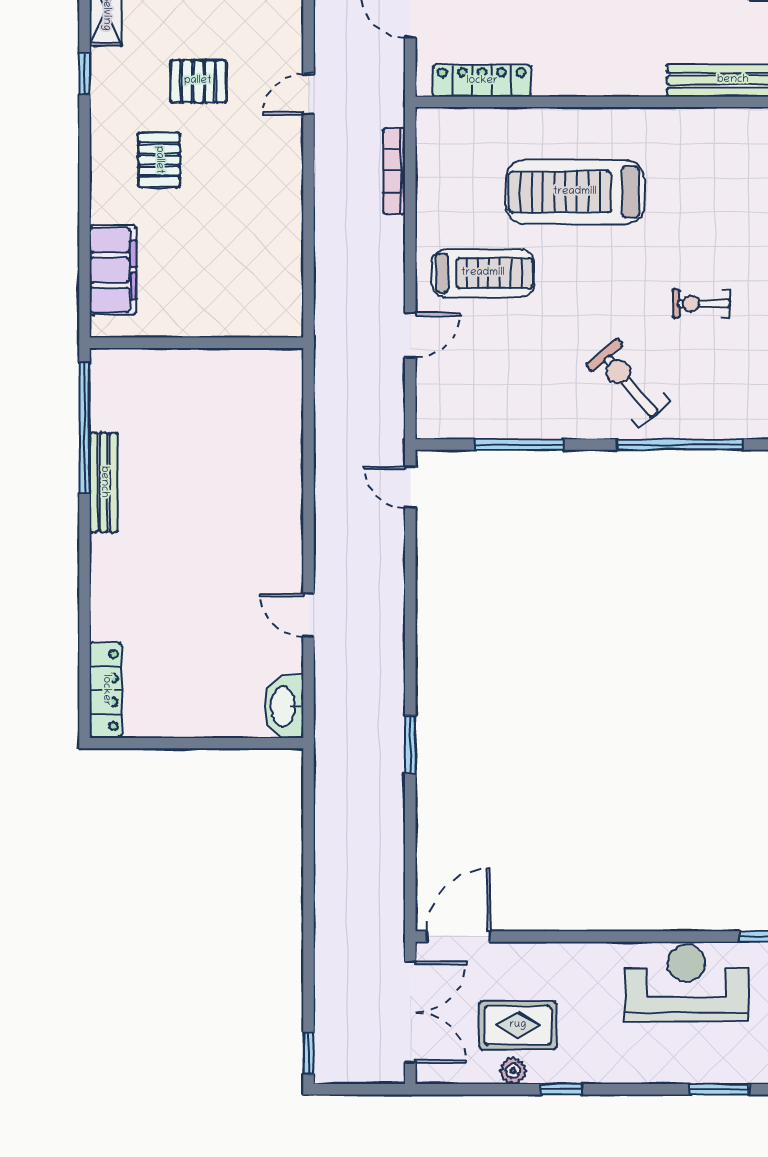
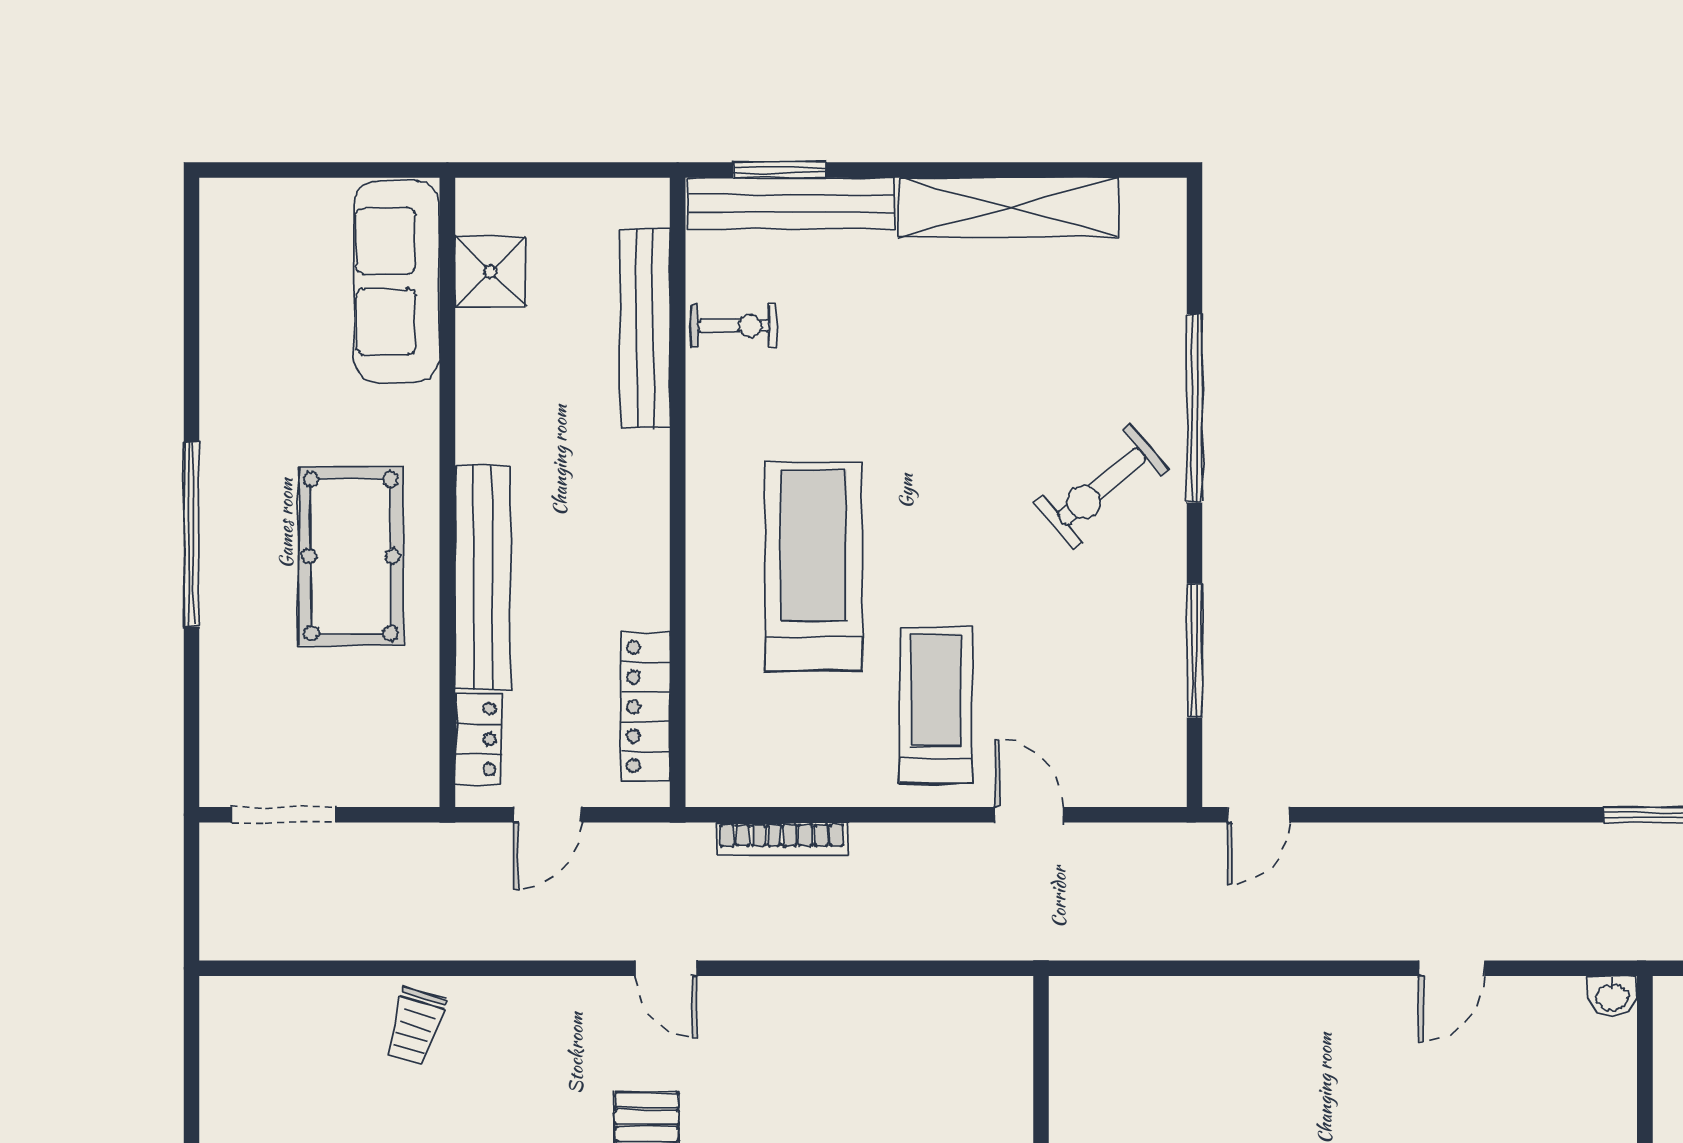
treadmill: (575, 192) -> (813, 566), turned 180
exercise bike: (701, 304) -> (734, 326), moved, turned -90
washbasin: (284, 706) -> (1612, 996), width x0.52, depth x0.69

